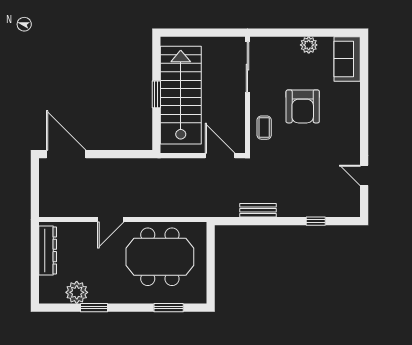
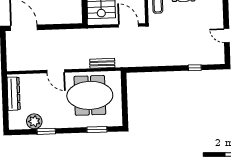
bench: (258, 210) -> (102, 63), moved
door: (111, 220) -> (56, 71), hinge flipped

